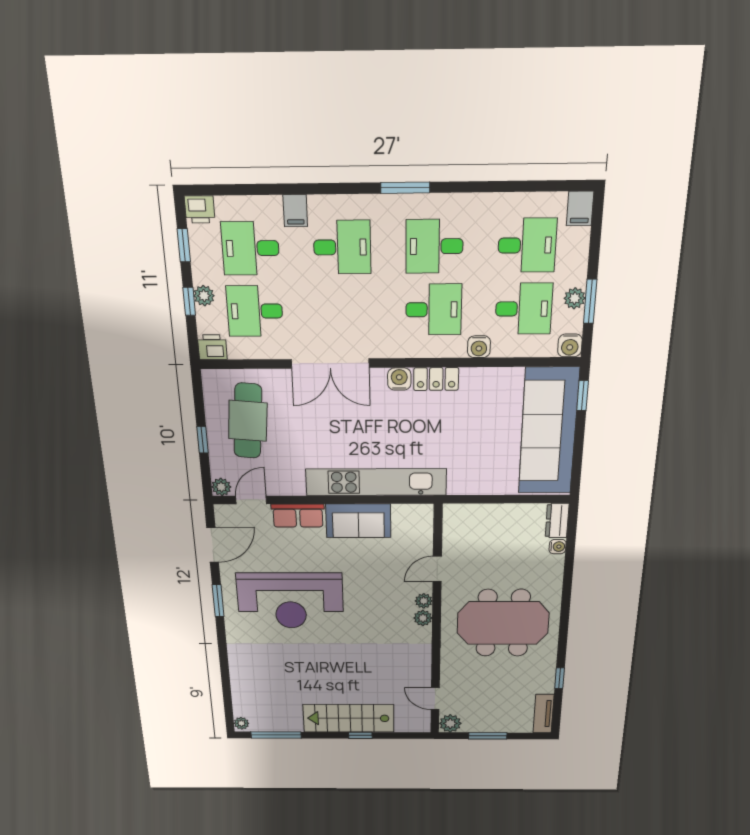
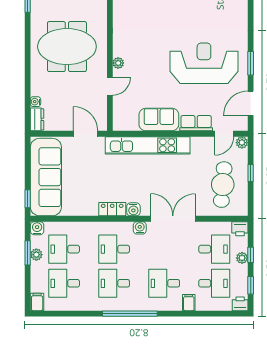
window: (405, 188) -> (130, 314), width x2.11
desk: (434, 246) -> (114, 283), turned 180
water cooler: (479, 347) -> (140, 228), moved
door: (478, 499) -> (86, 134), added
plant: (423, 618) -> (119, 50), removed

